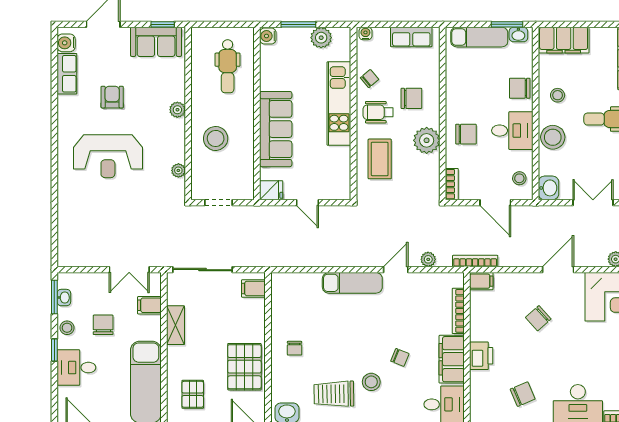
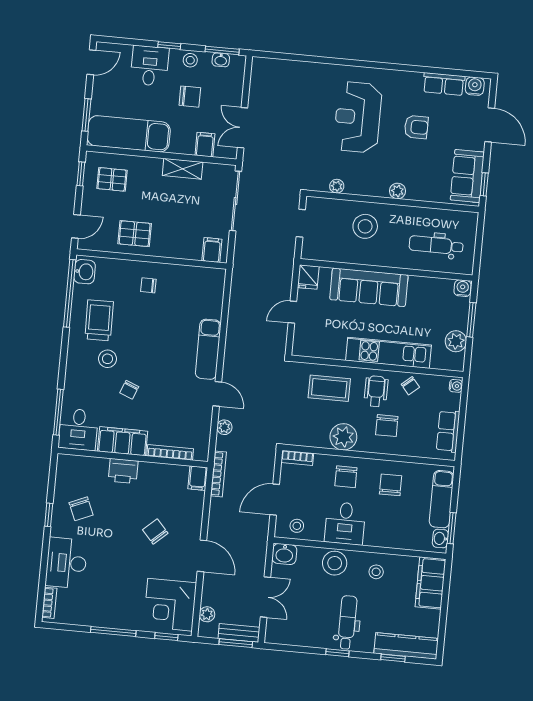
chair: (520, 88) -> (391, 485), moved
pallet: (244, 367) -> (135, 234), width x0.67, depth x0.71

